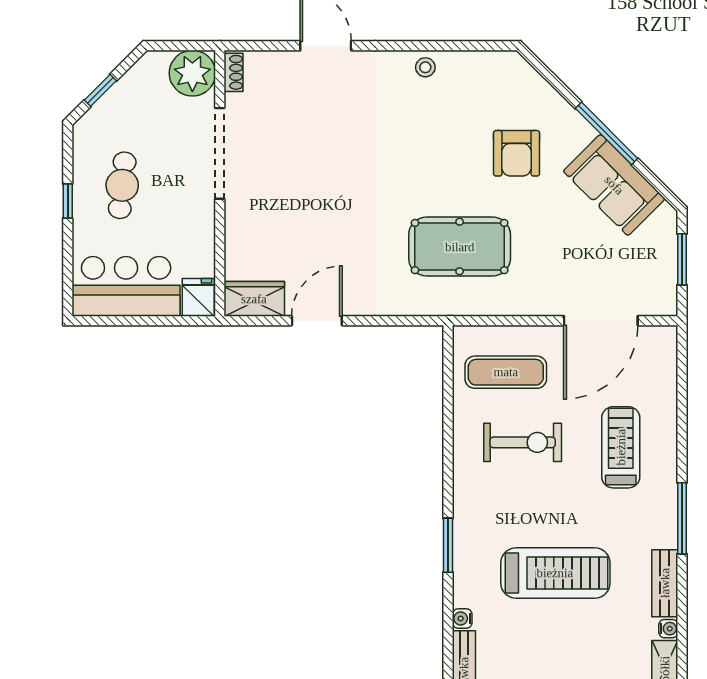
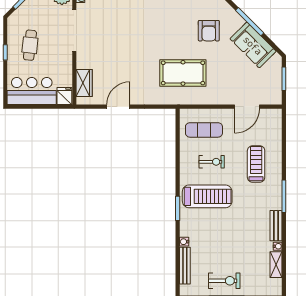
wardrobe: (254, 299) -> (84, 83), moved, turned 90
door: (601, 321) -> (247, 107), width x0.73
exercise bike: (523, 442) -> (212, 162), width x0.73, depth x0.72
treadmill: (555, 573) -> (207, 196), moved

